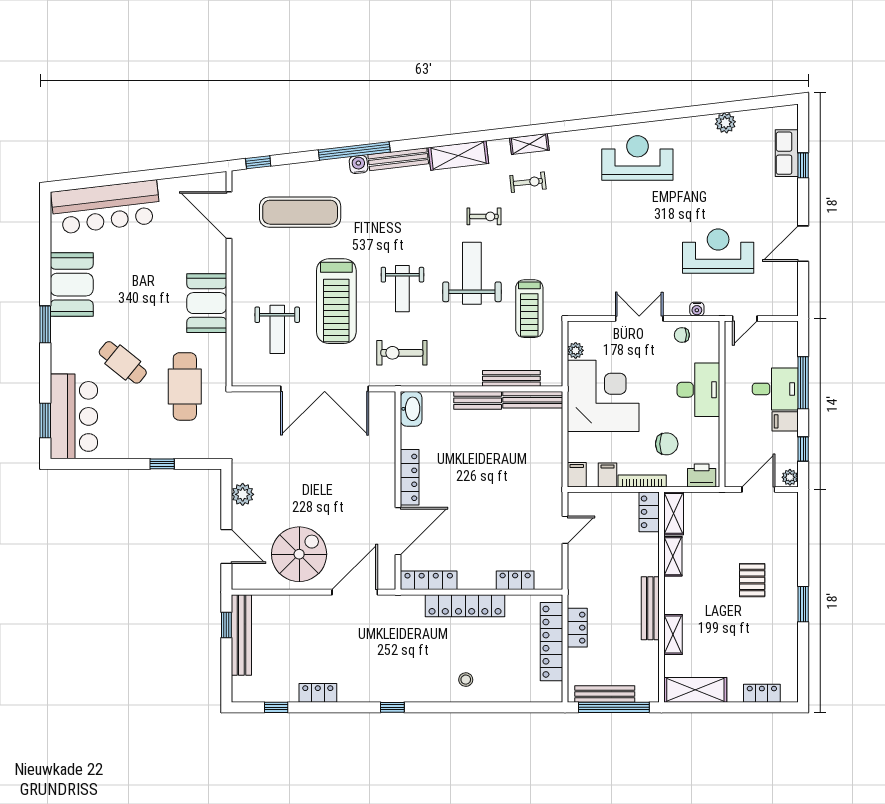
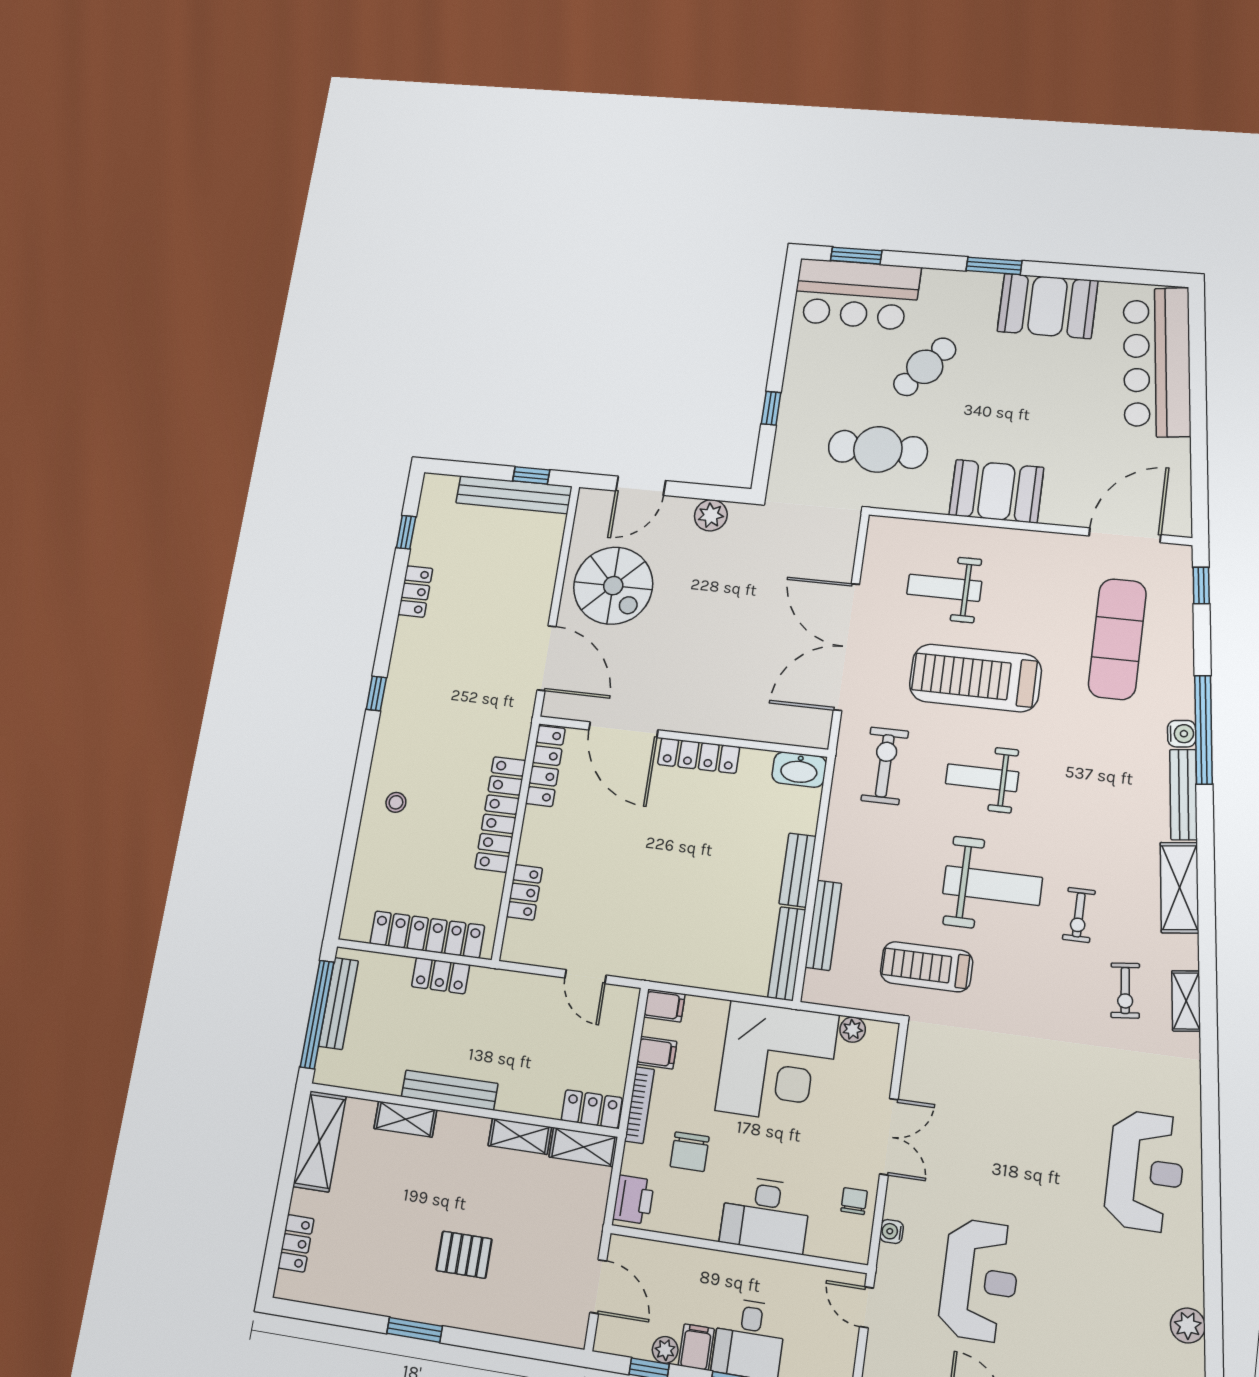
plant: (790, 477) -> (665, 1350), moved

